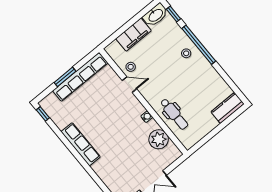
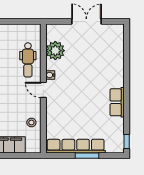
door: (129, 85) -> (43, 90), moved
dental chair: (174, 114) -> (28, 60), turned 180
row of seats: (81, 144) -> (117, 102), width x0.68

